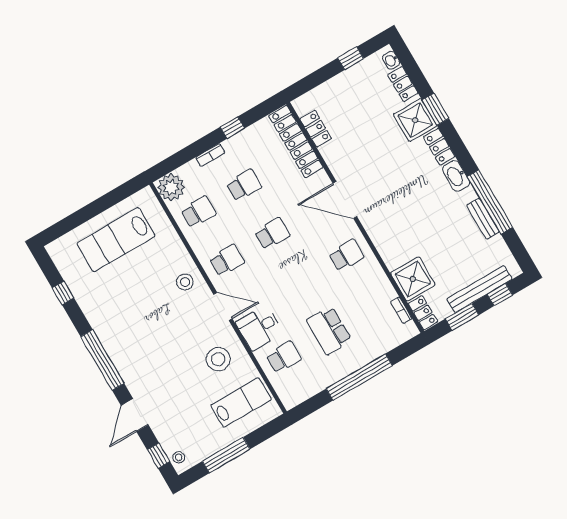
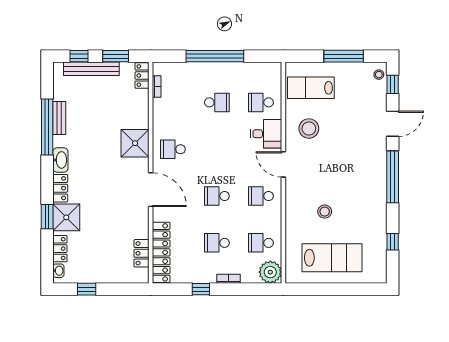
shower: (413, 279) -> (135, 143), moved
stool: (185, 282) -> (325, 212), moved
school desk: (329, 330) -> (217, 102), width x0.54

